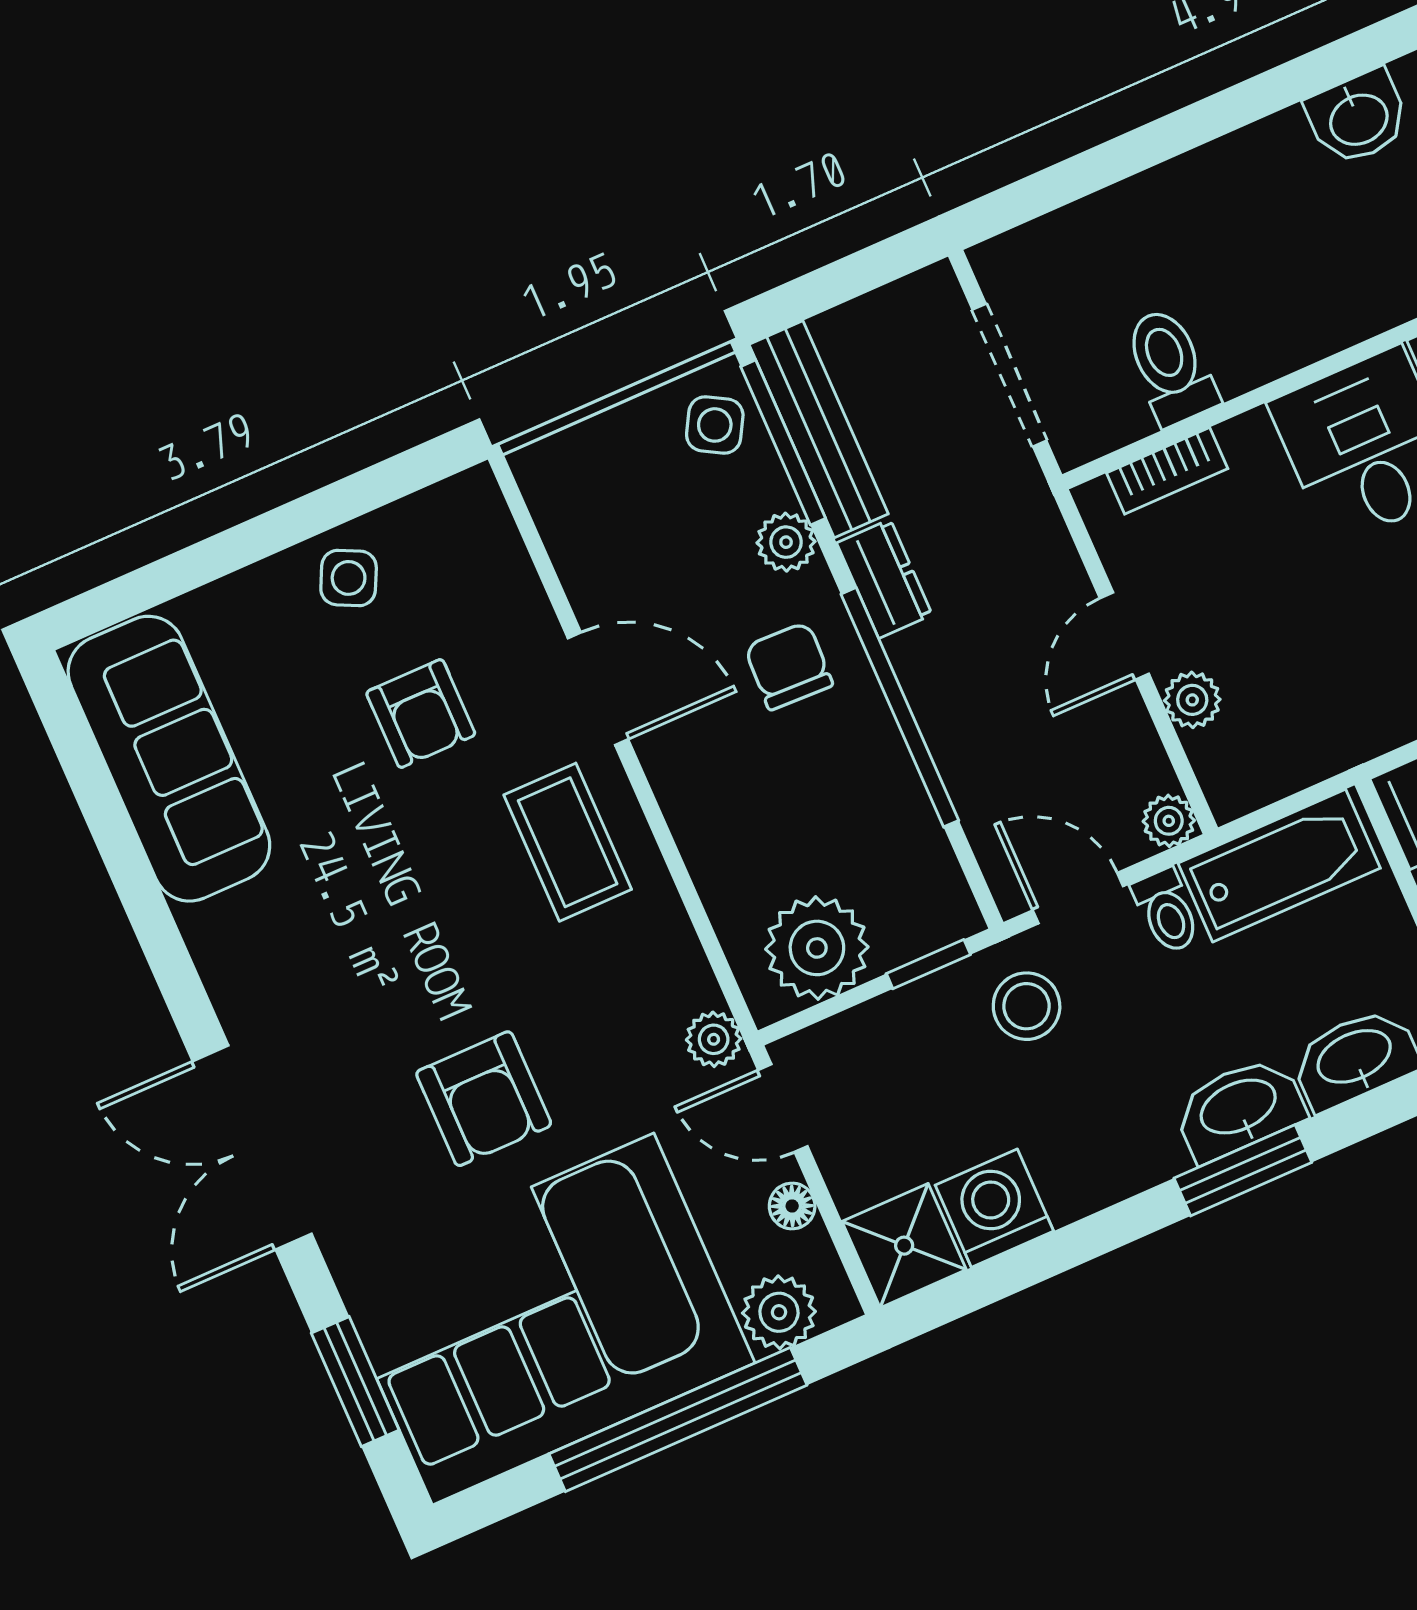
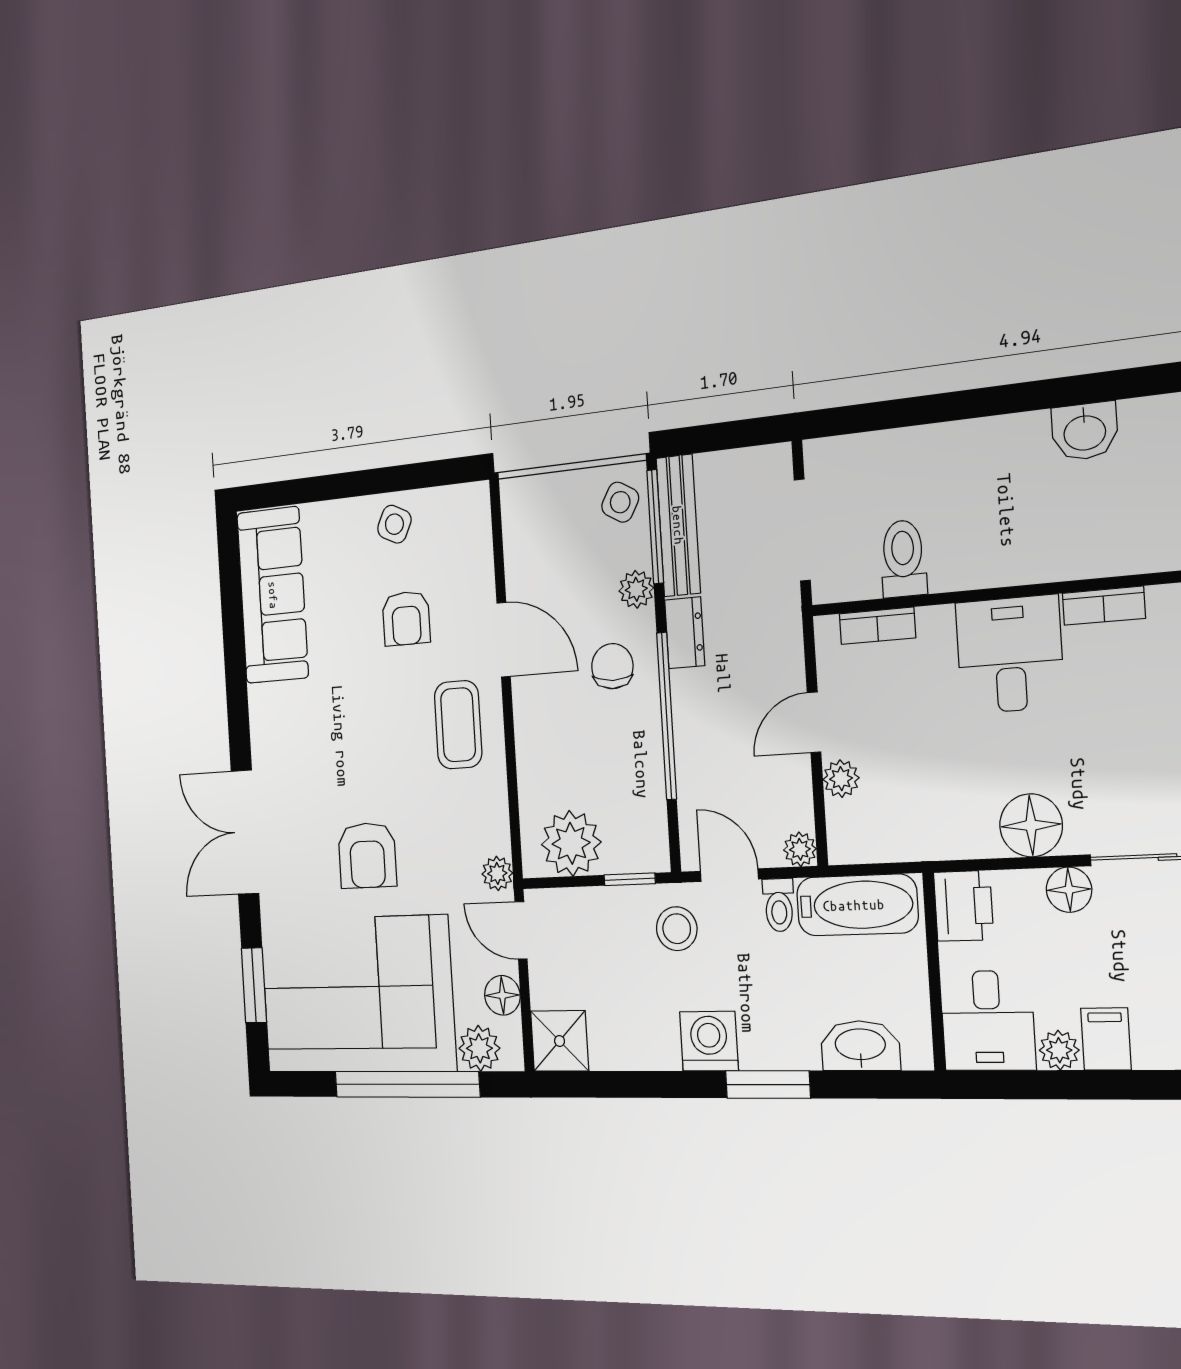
washbasin: (1239, 1109) -> (779, 1046), removed
floor lamp: (792, 1206) -> (502, 995), width x1.37, depth x1.37
washing machine: (994, 1208) -> (709, 1041), moved

